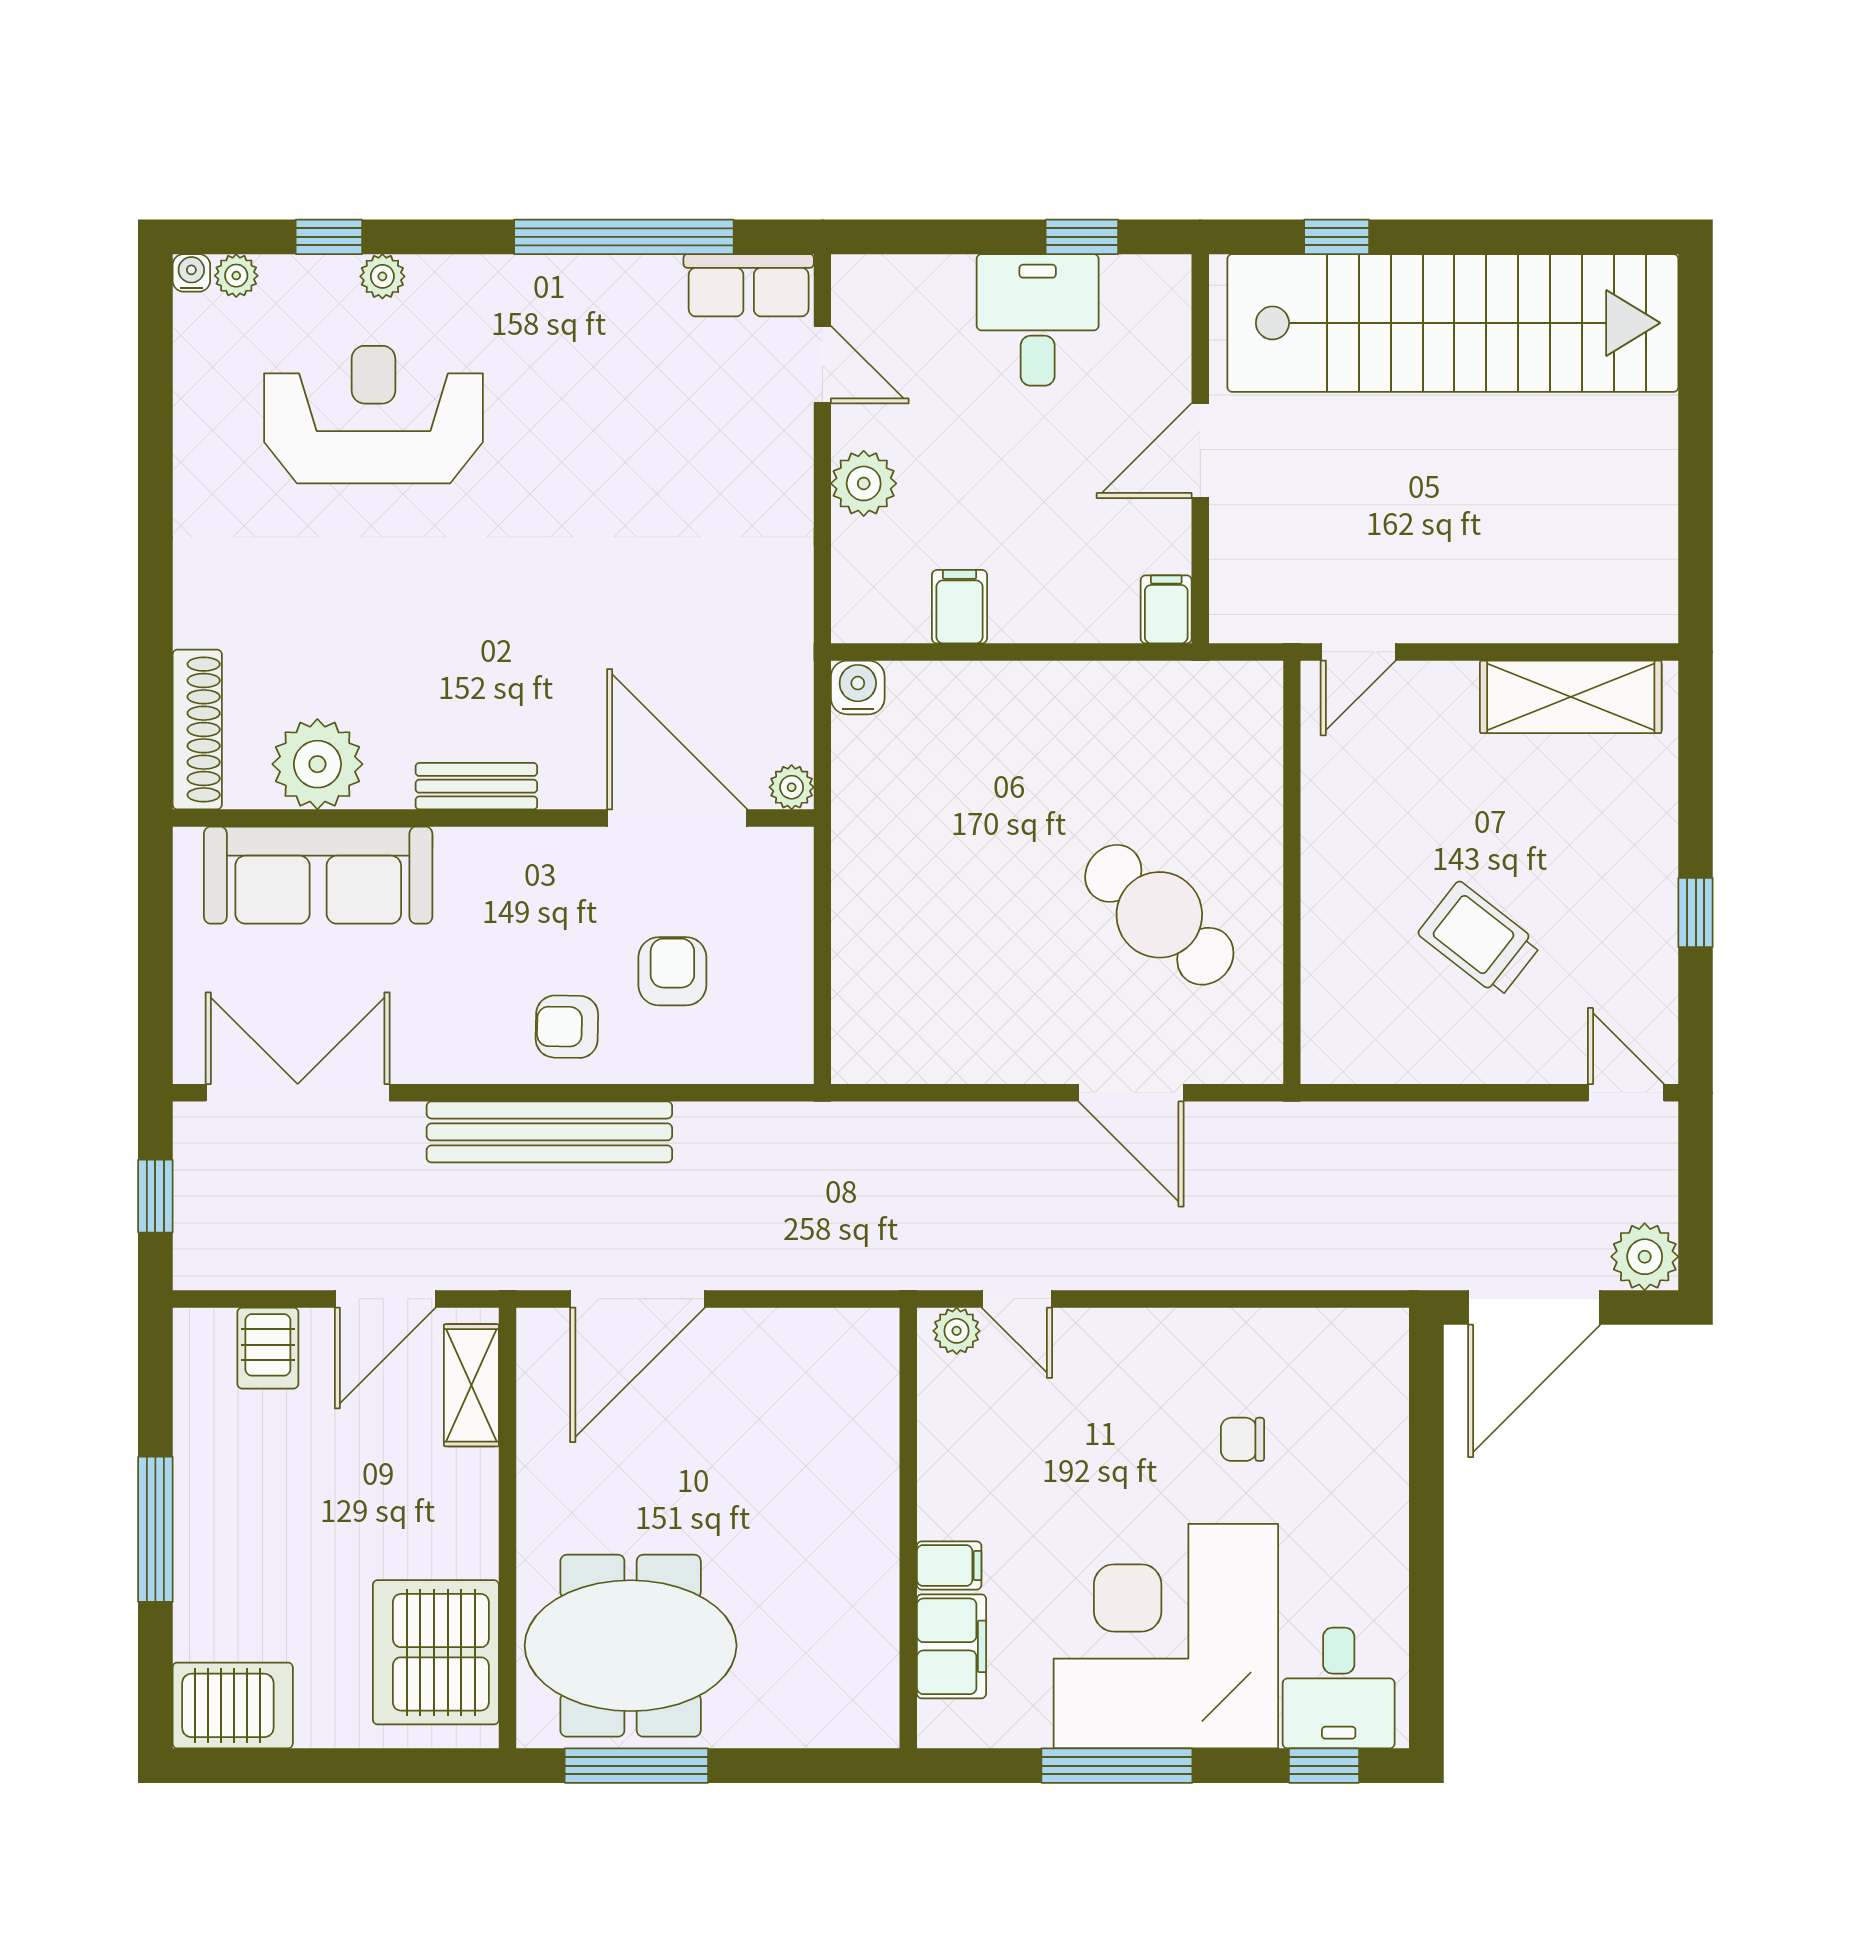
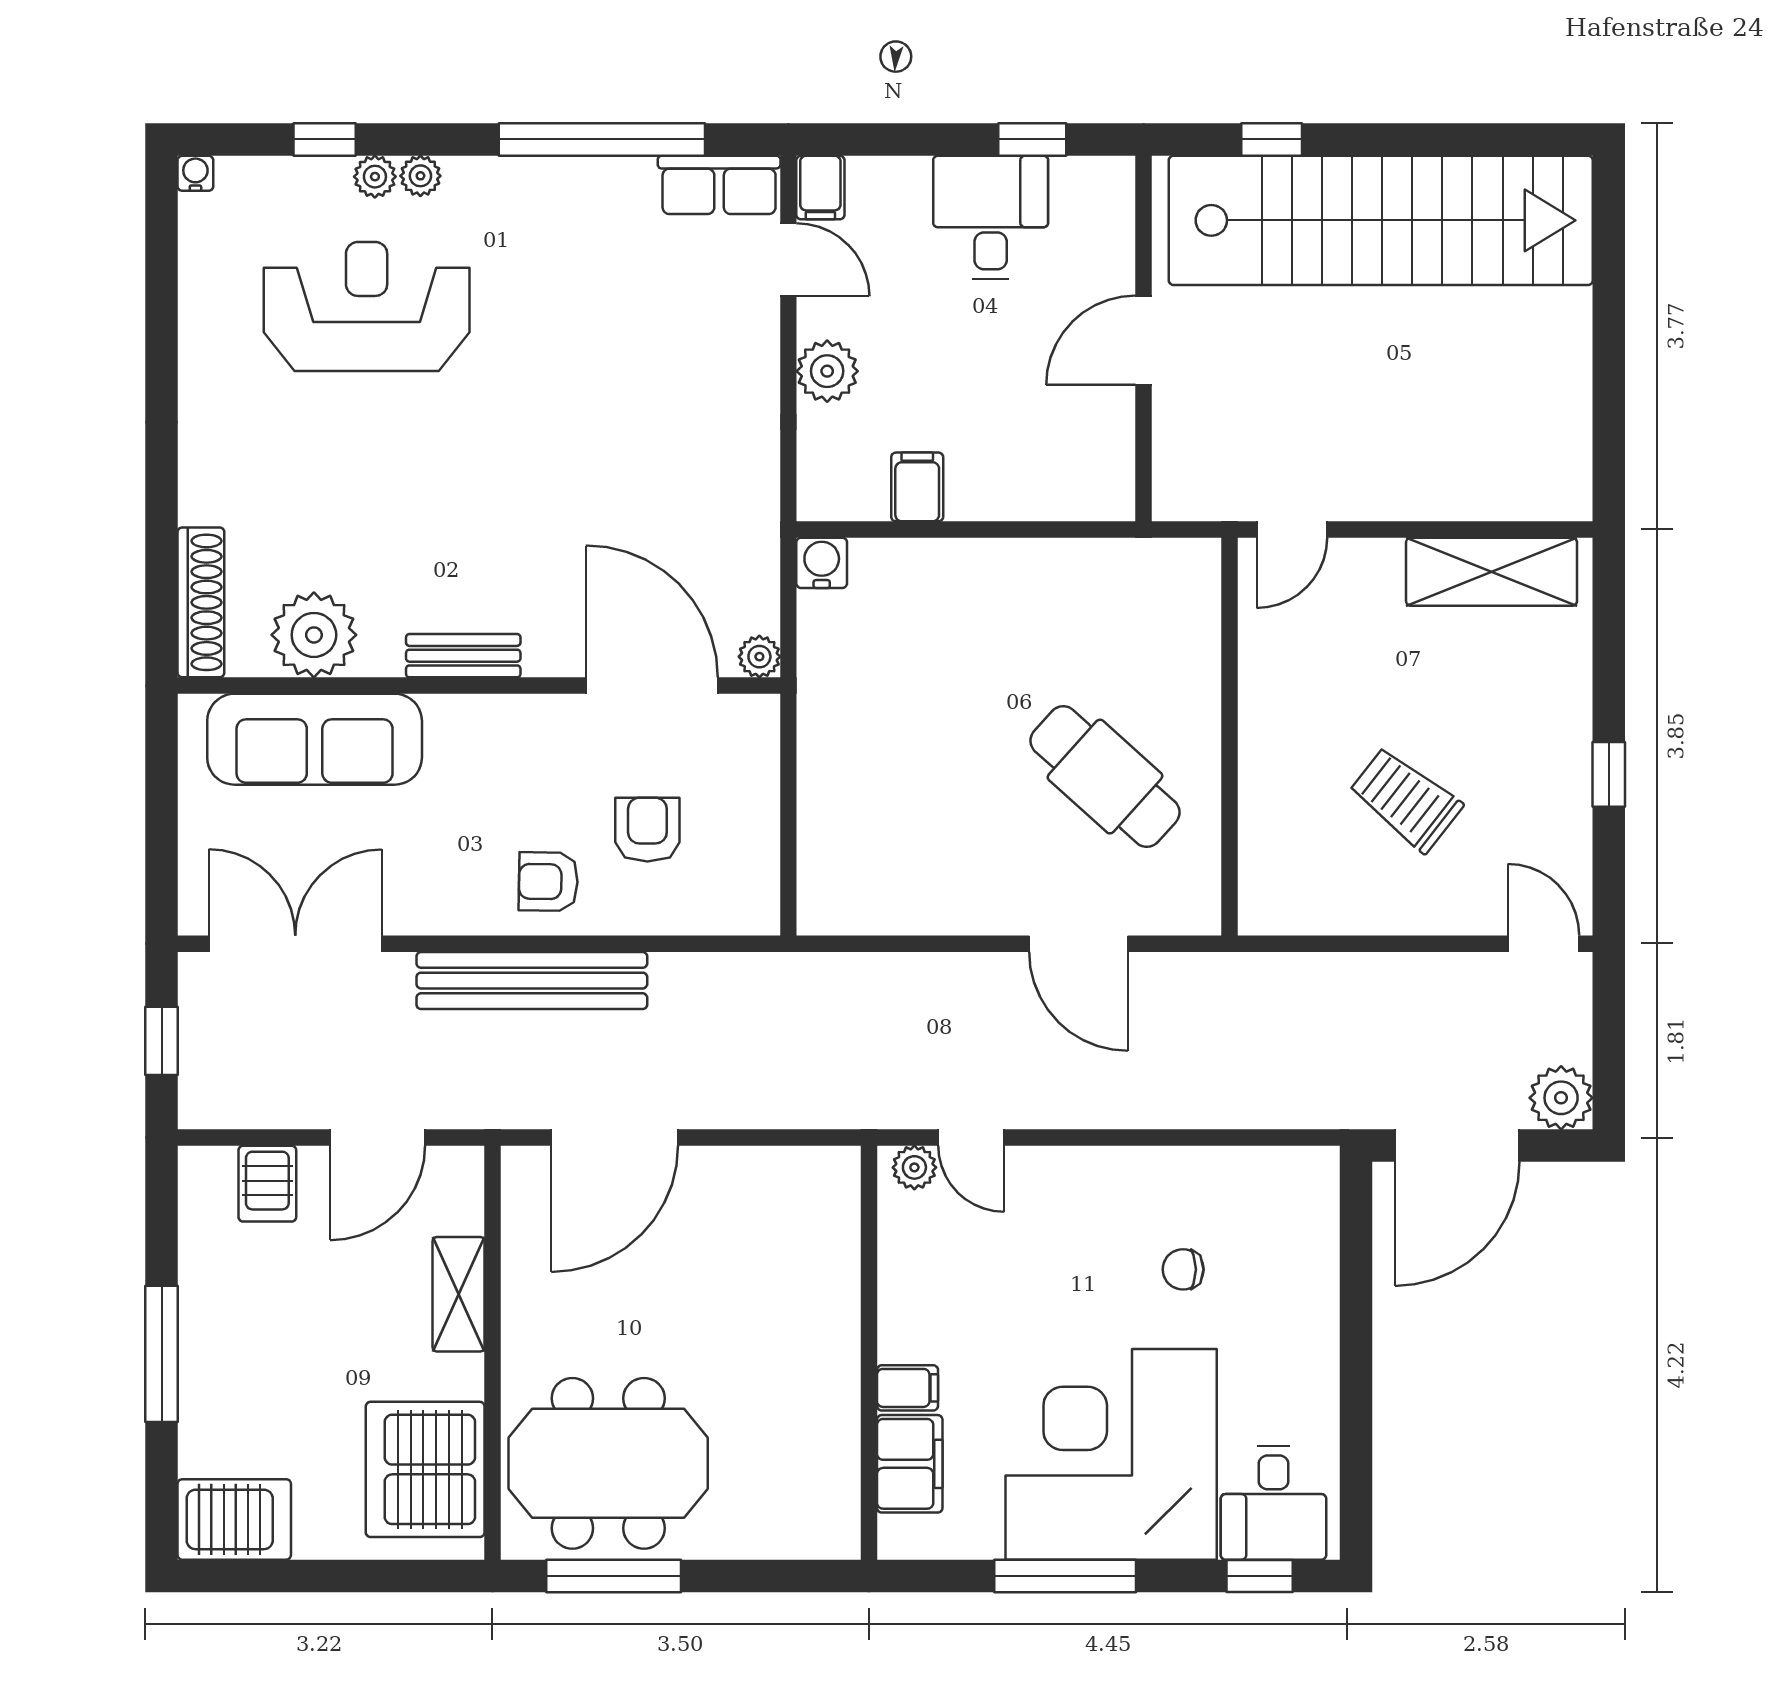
plant: (236, 276) -> (420, 176), moved
filing cabinet: (1166, 609) -> (820, 188), moved, turned 180
shelving: (471, 1385) -> (459, 1294), moved

